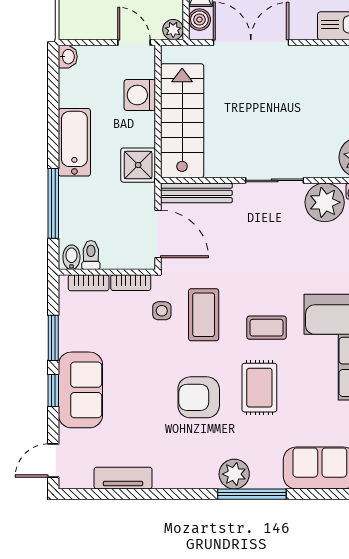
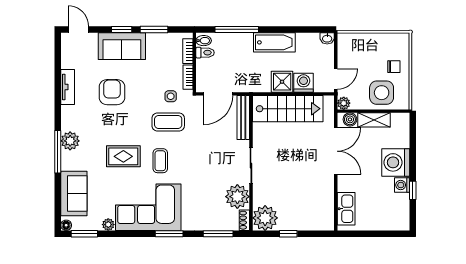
shower: (138, 165) -> (282, 82), moved
armchair: (199, 397) -> (112, 92), moved
tv unit: (123, 478) -> (68, 87), moved

